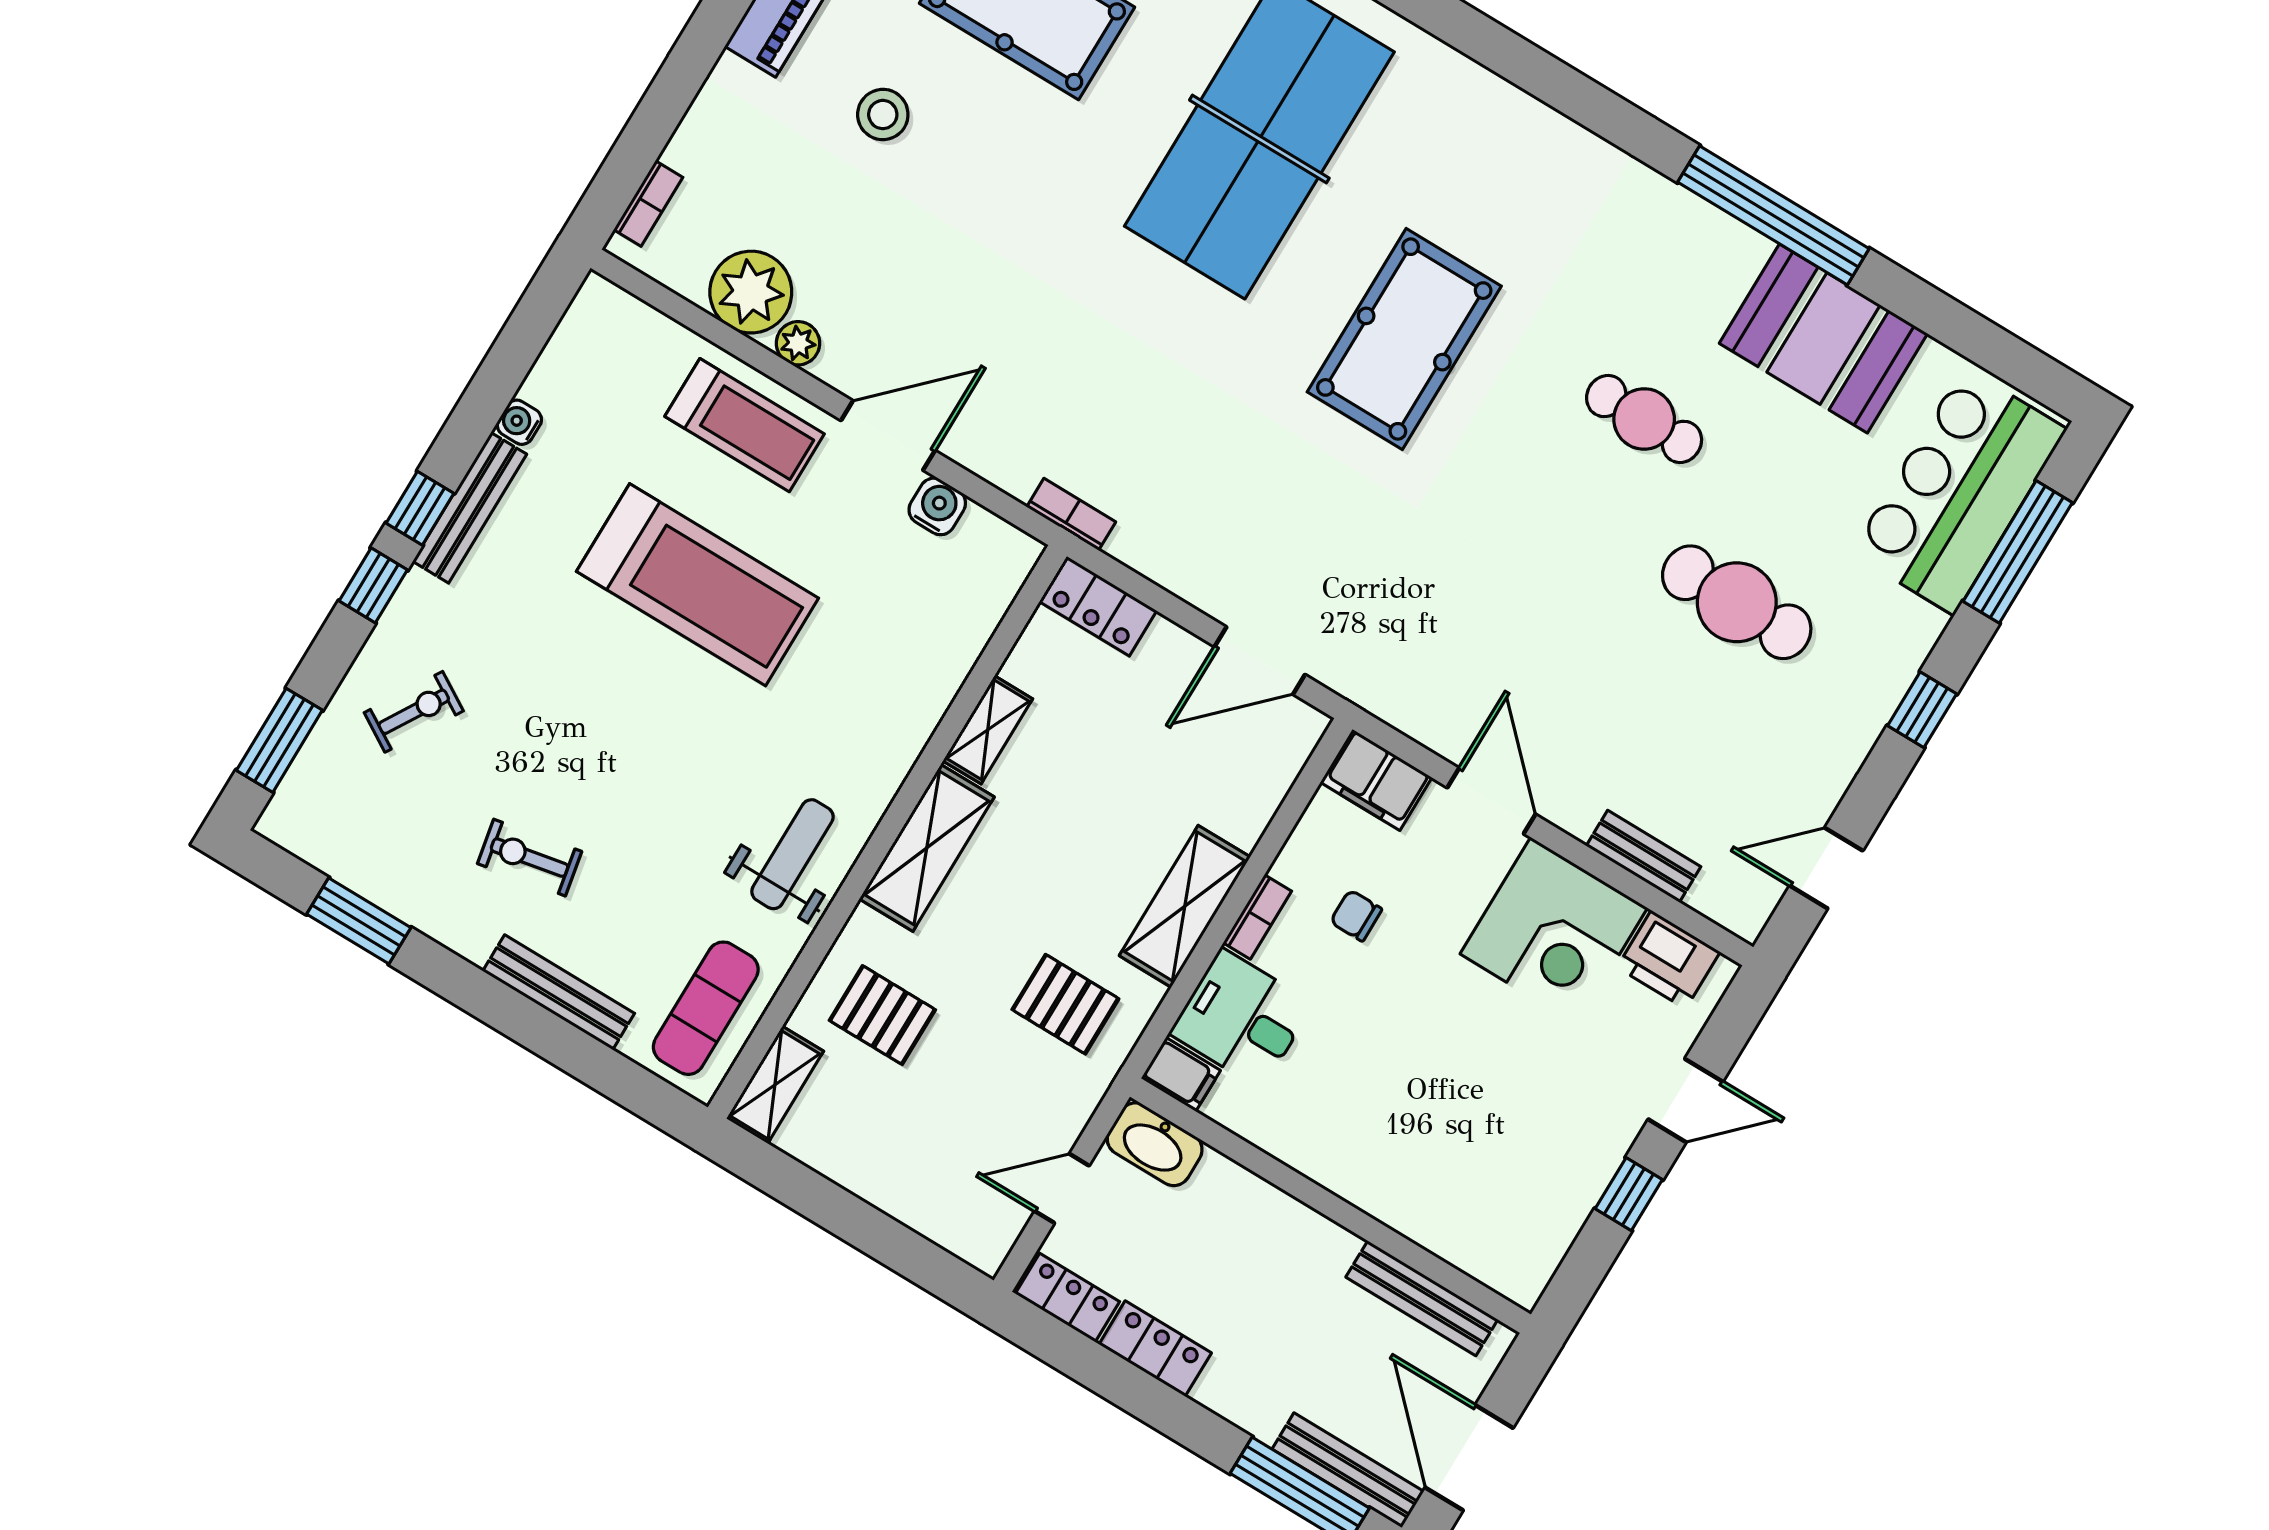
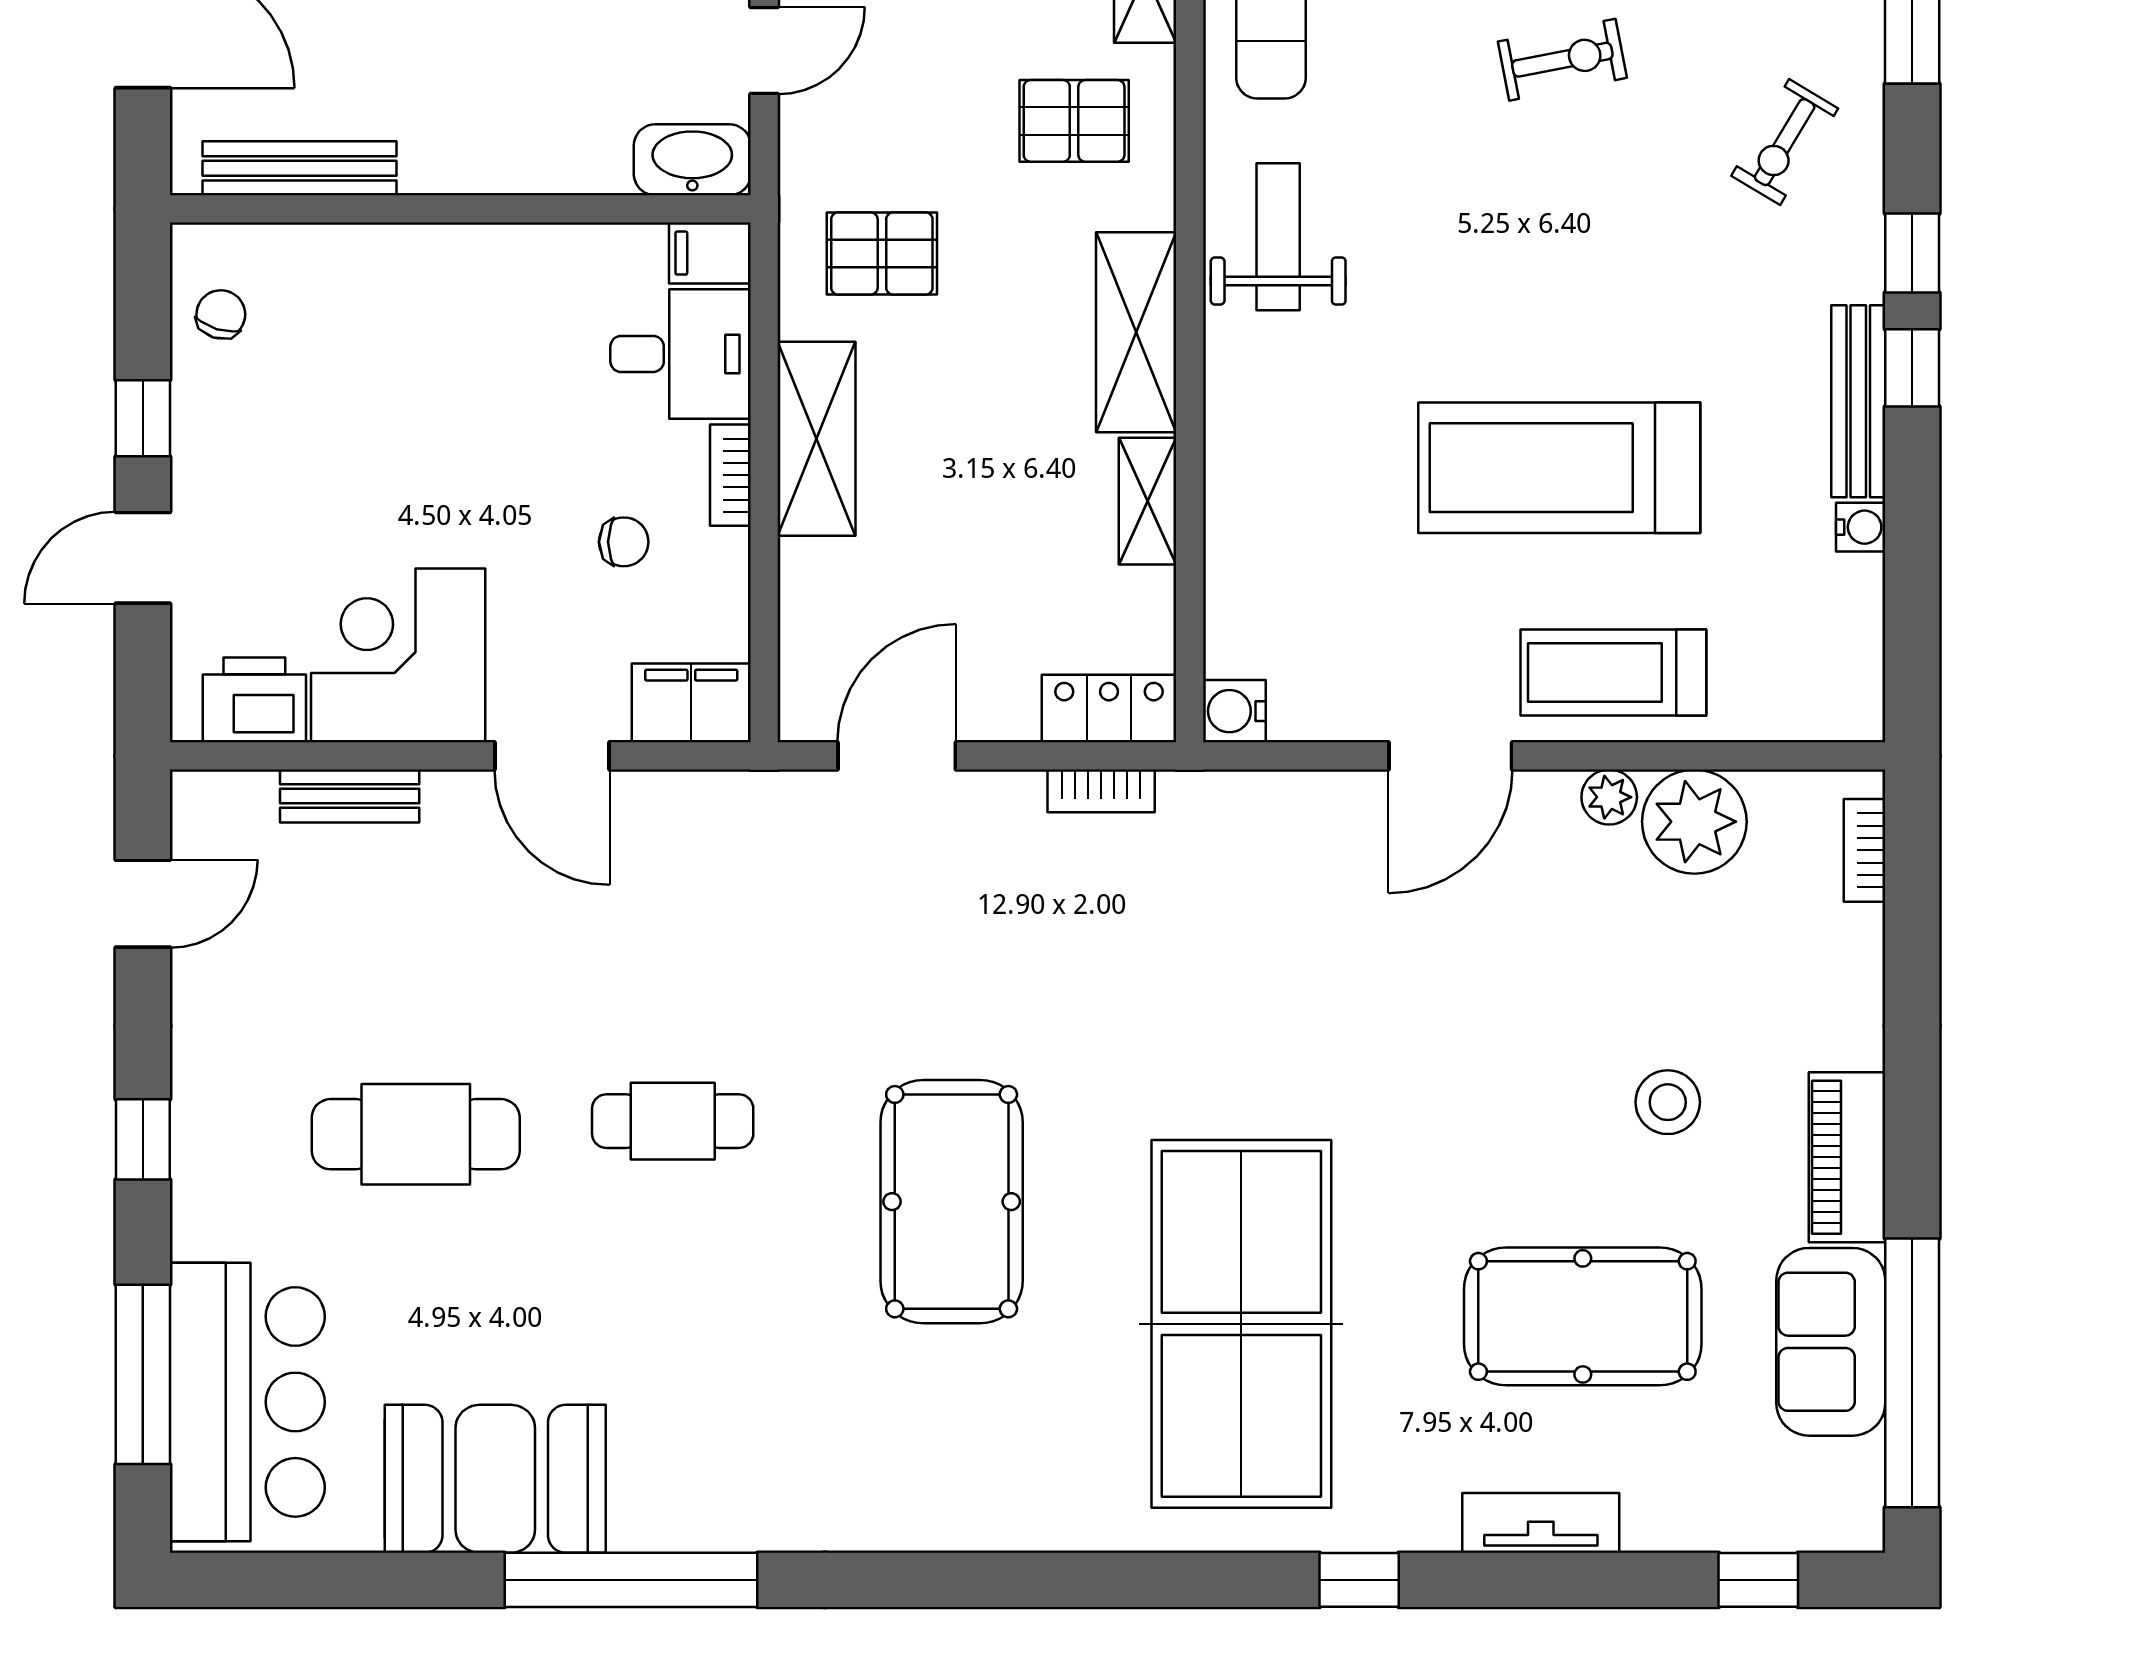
cafe table: (1644, 419) -> (673, 1121), moved
water cooler: (937, 506) -> (1234, 711), moved, turned 90
bookcase: (1071, 514) -> (1101, 791), moved
weight bench: (792, 854) -> (1278, 237), turned 180
chair: (1534, 1232) -> (221, 314), added

